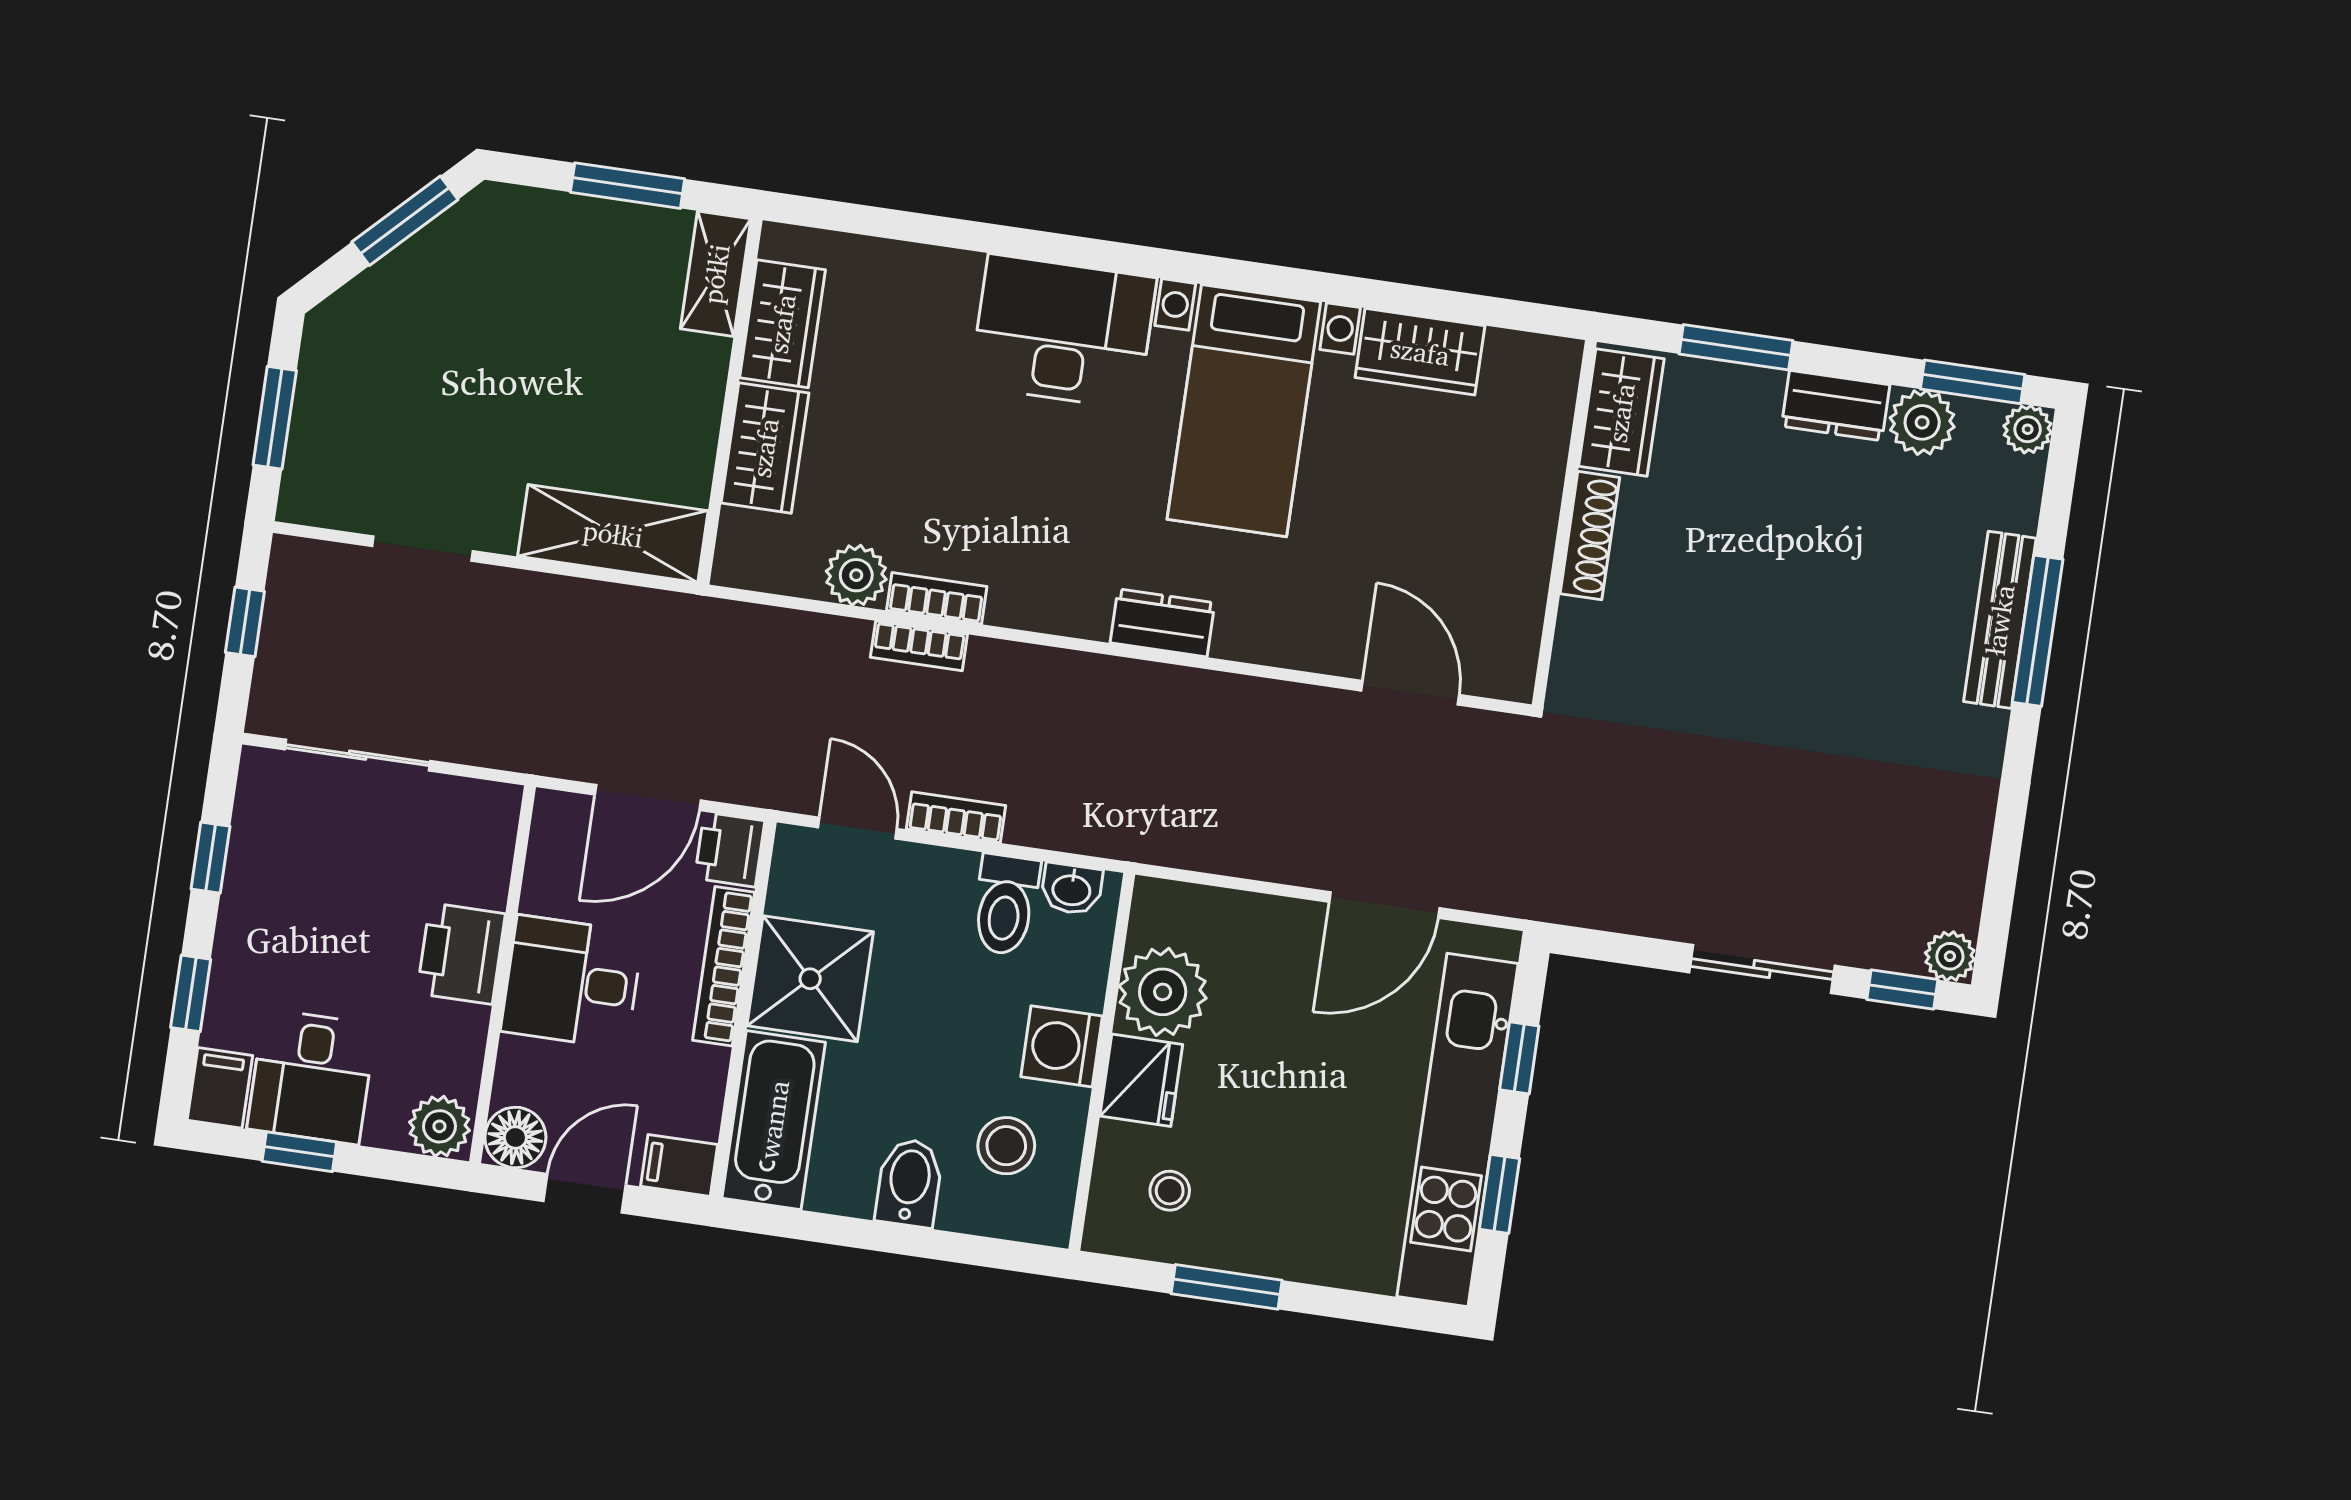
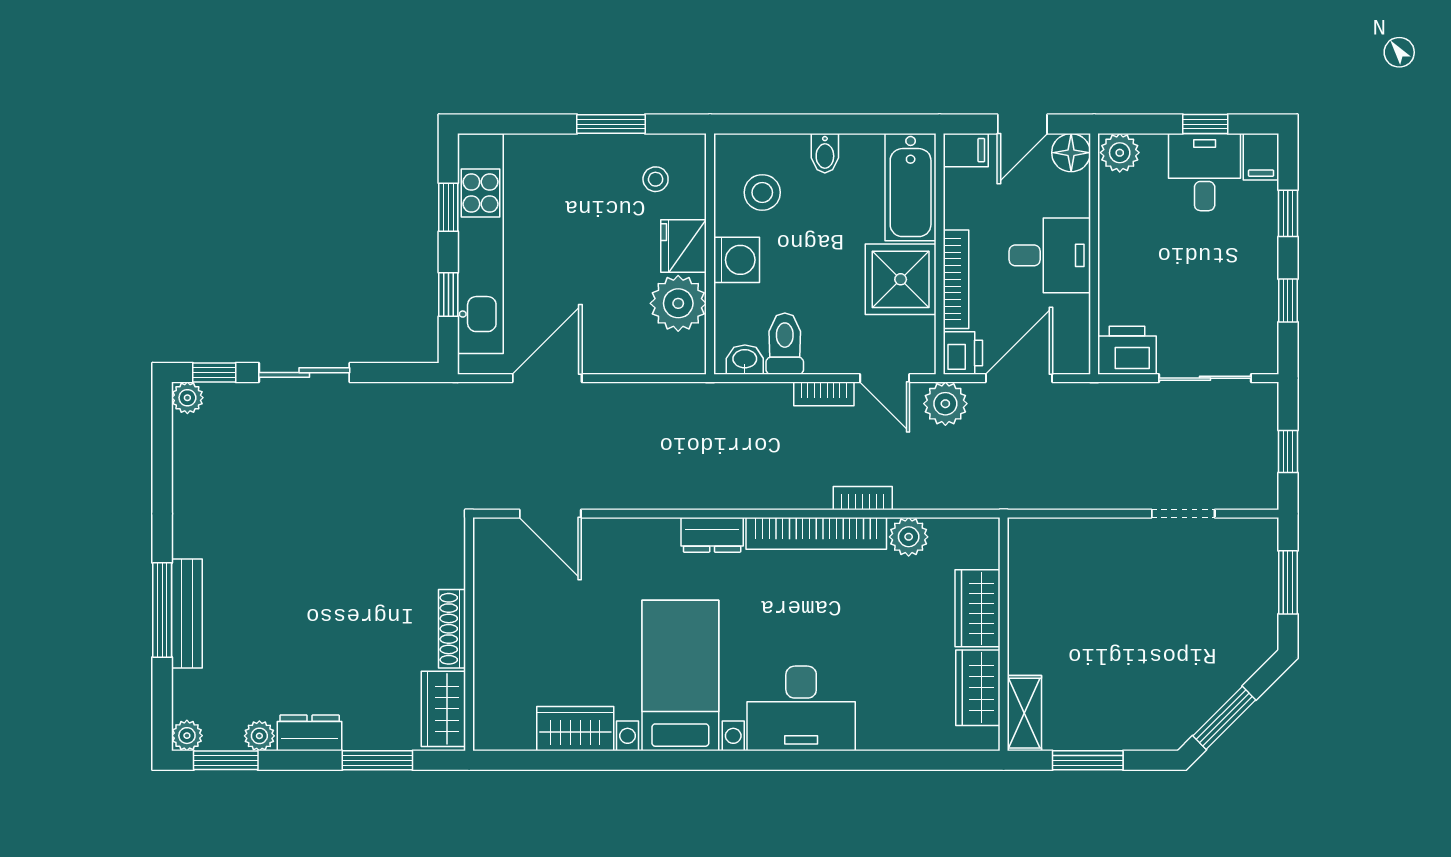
plant: (1922, 422) -> (259, 736), width x0.73, depth x0.73
shelving: (613, 534) -> (1065, 541), removed
bookcase: (937, 598) -> (816, 533), width x2.31, depth x1.31
plant: (769, 774) -> (945, 404), added
printer: (461, 954) -> (1127, 350), moved, turned -90
bidet: (909, 1183) -> (825, 153), width x0.72, depth x0.74

